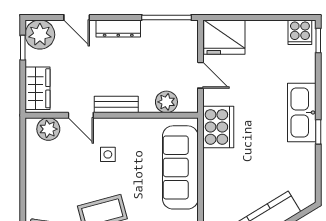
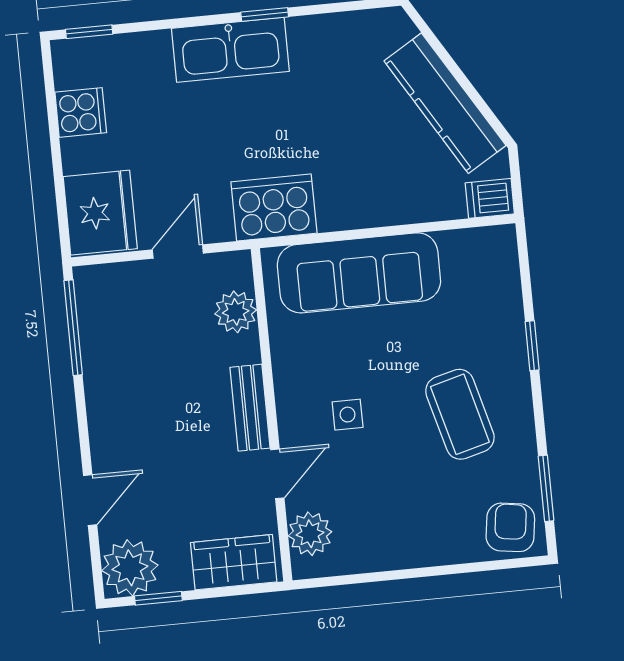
dresser: (118, 29) -> (104, 418), removed
cooker: (300, 32) -> (81, 112), moved

